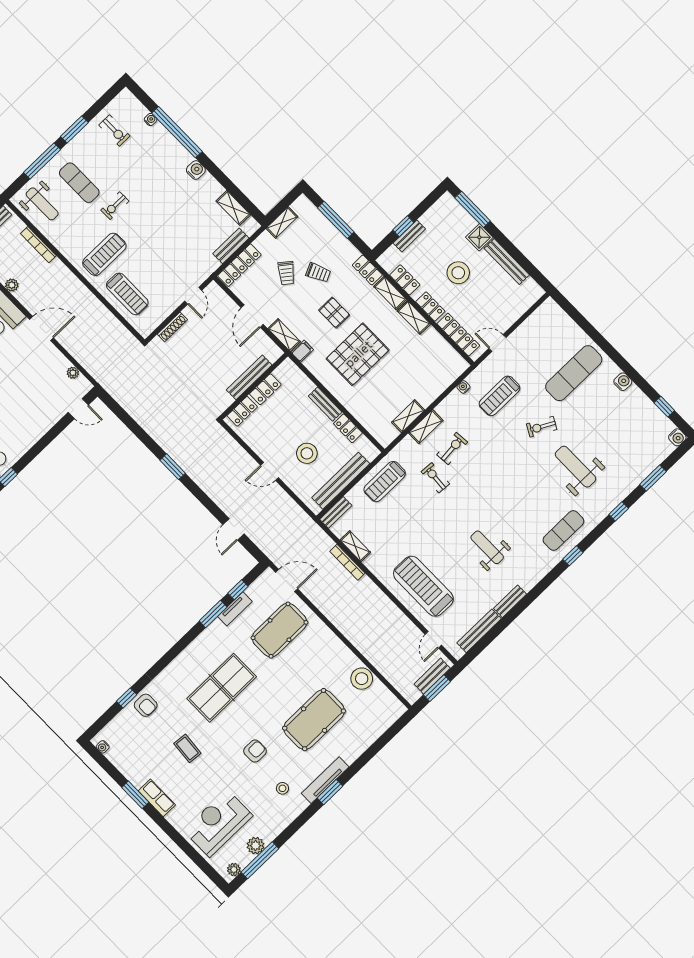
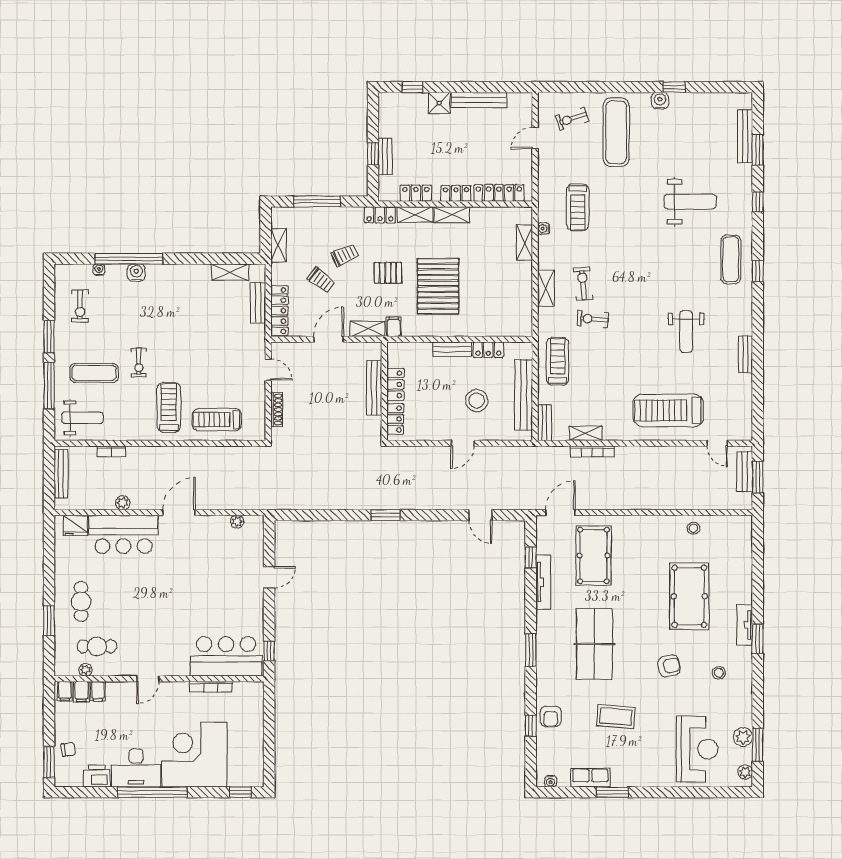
exercise bike: (114, 130) -> (80, 306), turned 90
water cooler: (196, 170) -> (136, 273), moved
window: (473, 209) -> (412, 87), width x0.46
bookcase: (38, 245) -> (111, 451), width x0.64
stool: (458, 273) -> (451, 146), removed
treadmill: (127, 294) -> (217, 420), turned 180
door: (252, 316) -> (329, 339), swing flipped
door: (497, 343) -> (535, 138), moved
window: (664, 407) -> (674, 87), moved
door: (78, 409) -> (269, 577), moved
shelving: (408, 416) -> (524, 242), moved
exercise bike: (542, 427) -> (572, 119), moved, turned 44
water cooler: (677, 437) -> (744, 100), removed
weight bench: (576, 467) -> (690, 202), turned 180
treadmill: (385, 482) -> (557, 361), turned 180
weight bench: (487, 547) -> (686, 331), turned -90
tv unit: (235, 609) -> (543, 582), width x1.41
window: (213, 614) -> (531, 650), moved
bench: (479, 631) -> (745, 136), moved
stool: (362, 679) -> (693, 528), width x0.53, depth x0.53
armchair: (146, 705) -> (551, 716), turned 90
coffee table: (187, 748) -> (616, 717), width x1.36, depth x1.30
armchair: (255, 751) -> (669, 666), turned 79
tv unit: (325, 780) -> (745, 625), width x0.71
row of seats: (157, 798) -> (590, 778), moved
reception desk: (218, 823) -> (697, 749), turned 180
window: (260, 860) -> (758, 745), width x0.69

